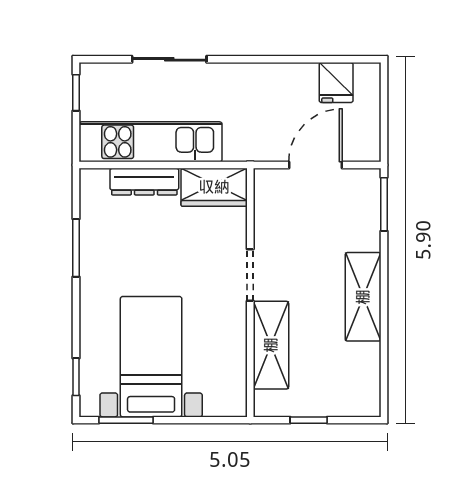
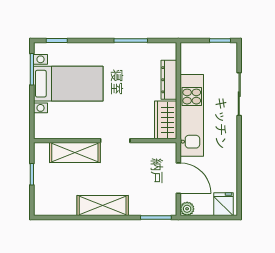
fridge: (336, 83) -> (223, 204), moved, turned 90
kitchen unit: (151, 142) -> (192, 115), moved
plant: (369, 150) -> (187, 209), added

